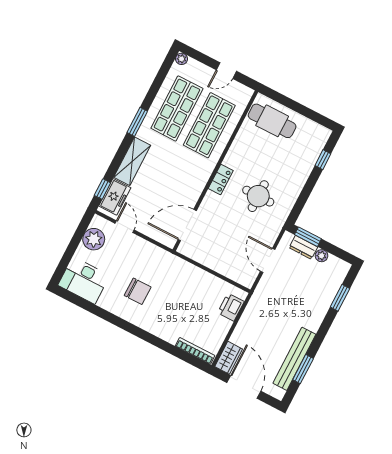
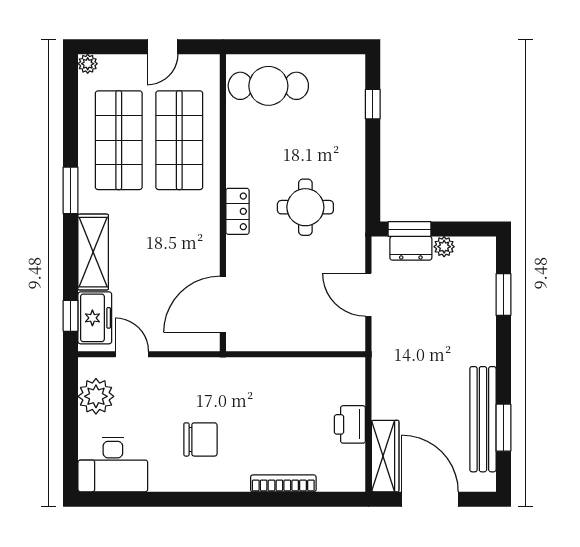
printer: (231, 307) -> (350, 424), moved
bookcase: (195, 351) -> (283, 483), moved
wardrobe: (229, 358) -> (385, 456), width x1.50

